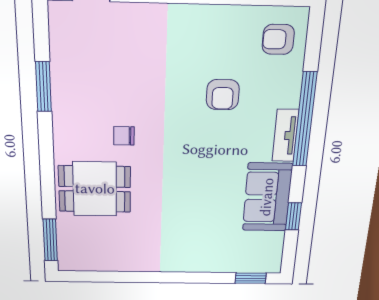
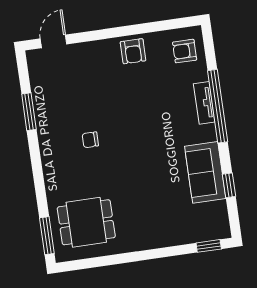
armchair: (223, 95) -> (133, 51), moved
tv unit: (285, 135) -> (204, 103), moved
dining table: (95, 189) -> (86, 222), moved

